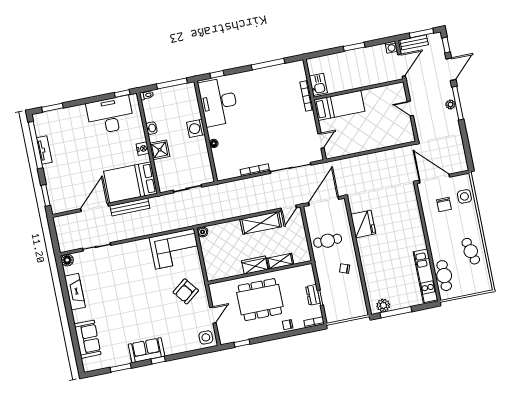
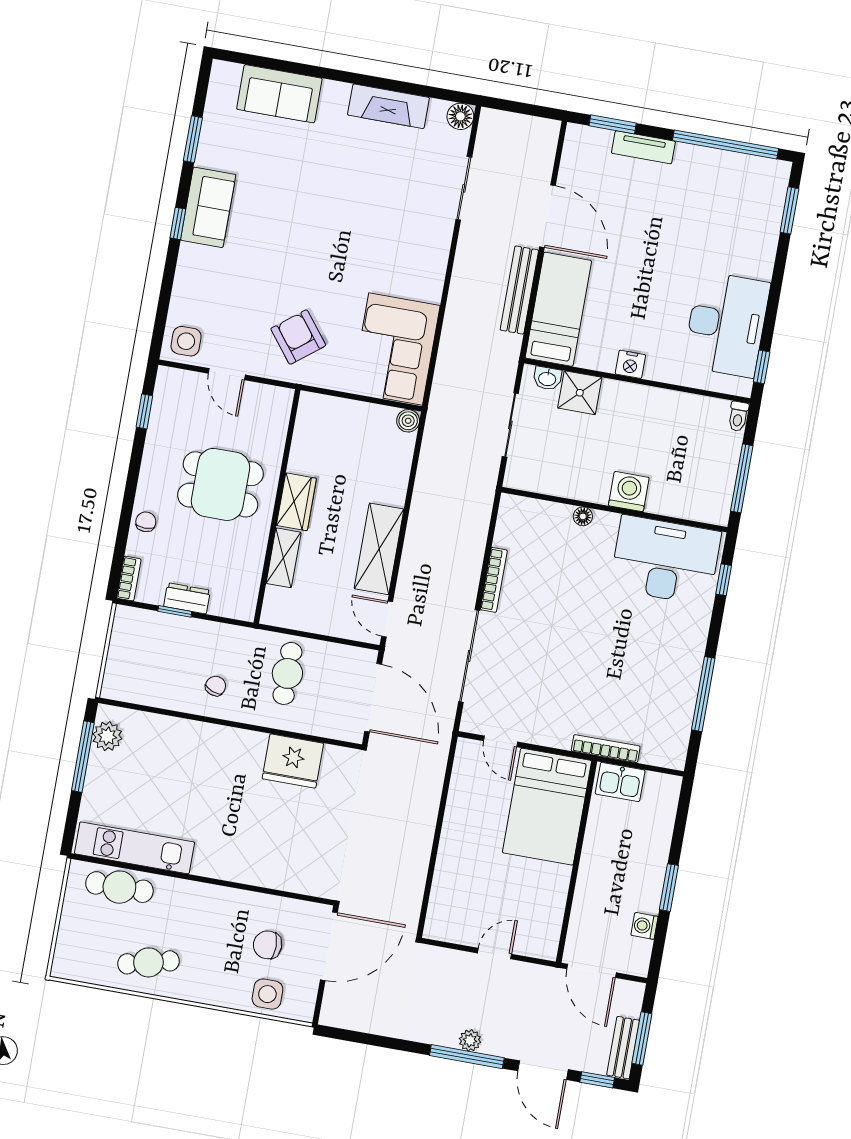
bench: (414, 42) -> (623, 1048), moved
washing machine: (391, 47) -> (644, 926), moved
bed: (339, 105) -> (547, 807), width x1.50
washbasin: (151, 128) -> (547, 378), moved
tv unit: (44, 150) -> (643, 147), moved
shower: (160, 150) -> (580, 393), moved
bed: (130, 182) -> (558, 309), width x0.67
dining table: (260, 300) -> (220, 484), width x0.73

